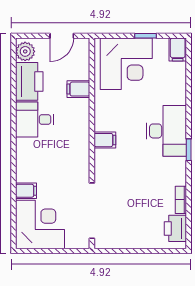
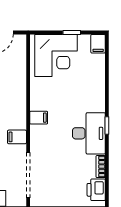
filing cabinet: (78, 89) -> (17, 137), moved
desk: (166, 131) -> (89, 133), moved

